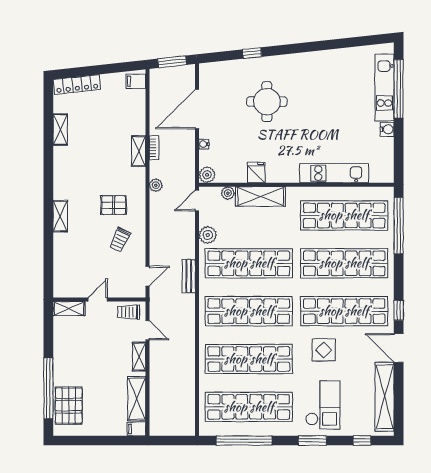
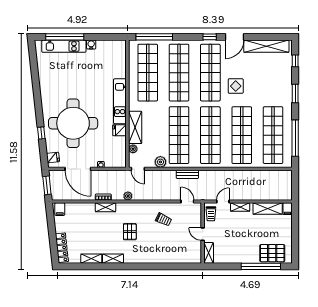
fridge: (215, 71) -> (53, 158), added
round table: (267, 102) -> (73, 123), width x1.86, depth x1.86
kitchen unit: (334, 173) -> (120, 101), moved
plant: (207, 175) -> (121, 162), removed
pallet: (114, 205) -> (130, 232), moved
shelving: (60, 216) -> (113, 259), moved
checkout: (323, 405) -> (272, 87), removed

